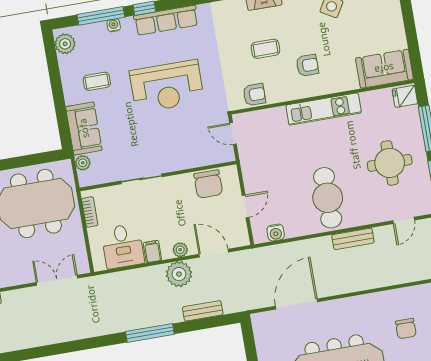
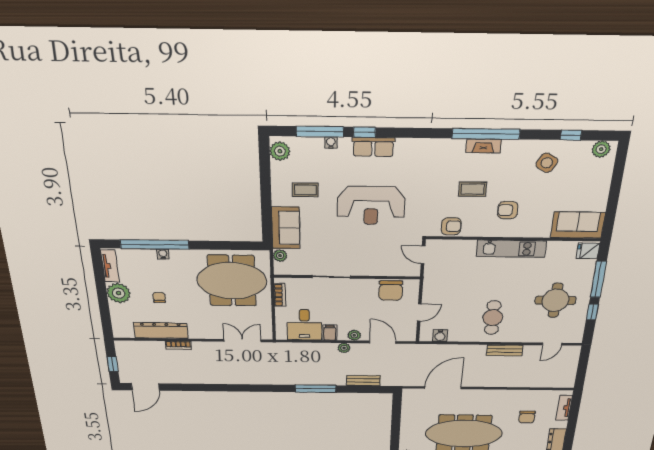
row of seats: (166, 20) -> (373, 147), width x0.68
armchair: (307, 65) -> (508, 210), turned 180
cafe table: (328, 198) -> (493, 318), width x0.73, depth x0.74
plant: (179, 274) -> (344, 348), width x0.53, depth x0.53

